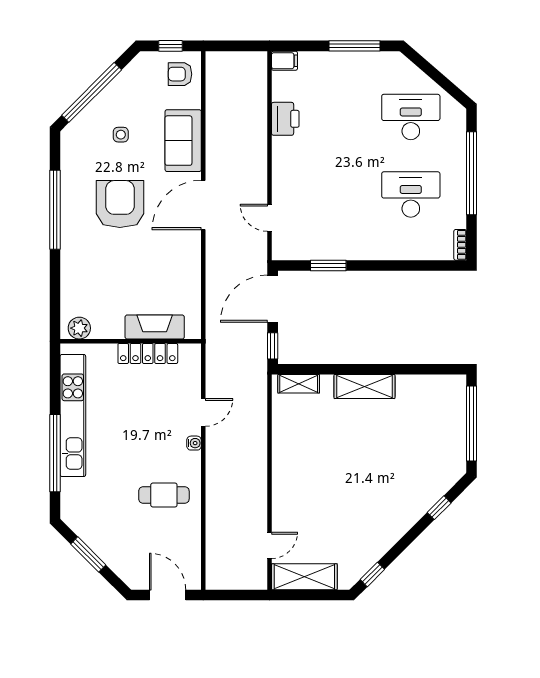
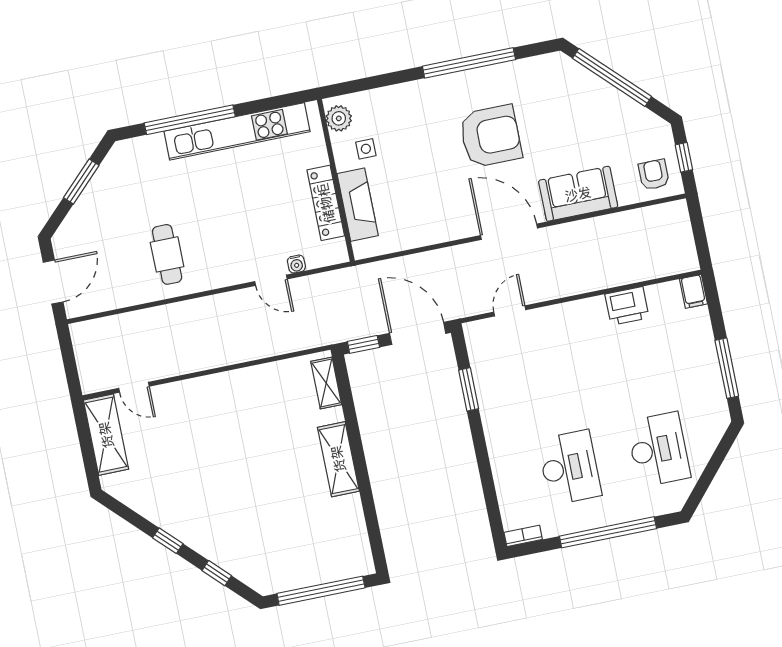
side table: (121, 135) -> (366, 149), moved
water cooler: (194, 443) -> (296, 264), moved
window: (372, 574) -> (168, 541), moved

